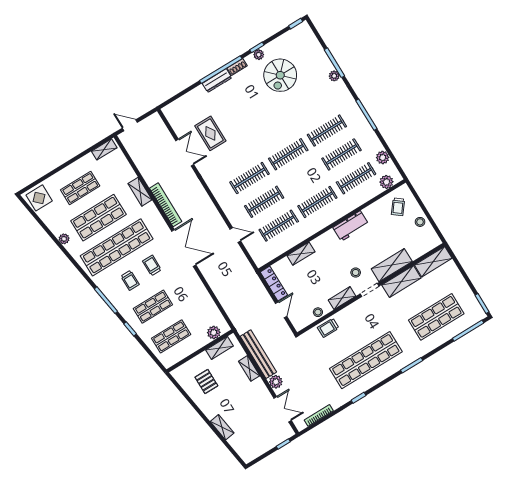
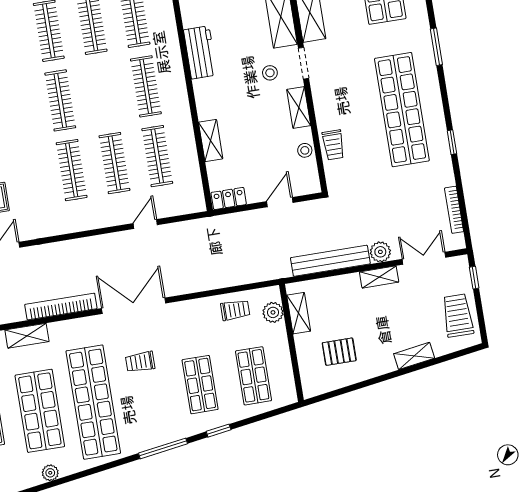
trolley: (130, 280) -> (235, 310), moved
locker: (274, 284) -> (229, 198), width x0.66
door: (281, 310) -> (280, 202), hinge flipped
shelving: (249, 368) -> (379, 277), moved
trolley: (257, 443) -> (458, 315), added

